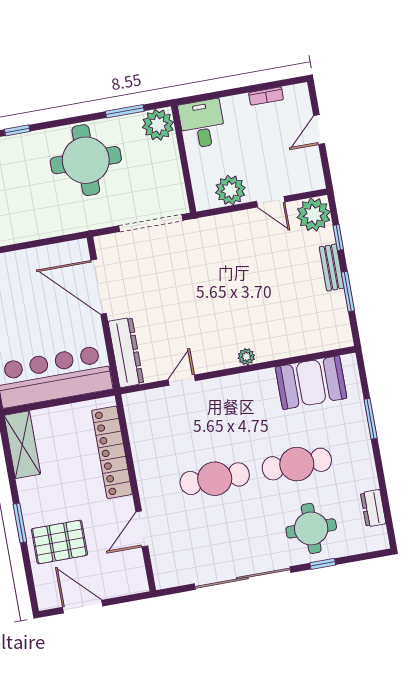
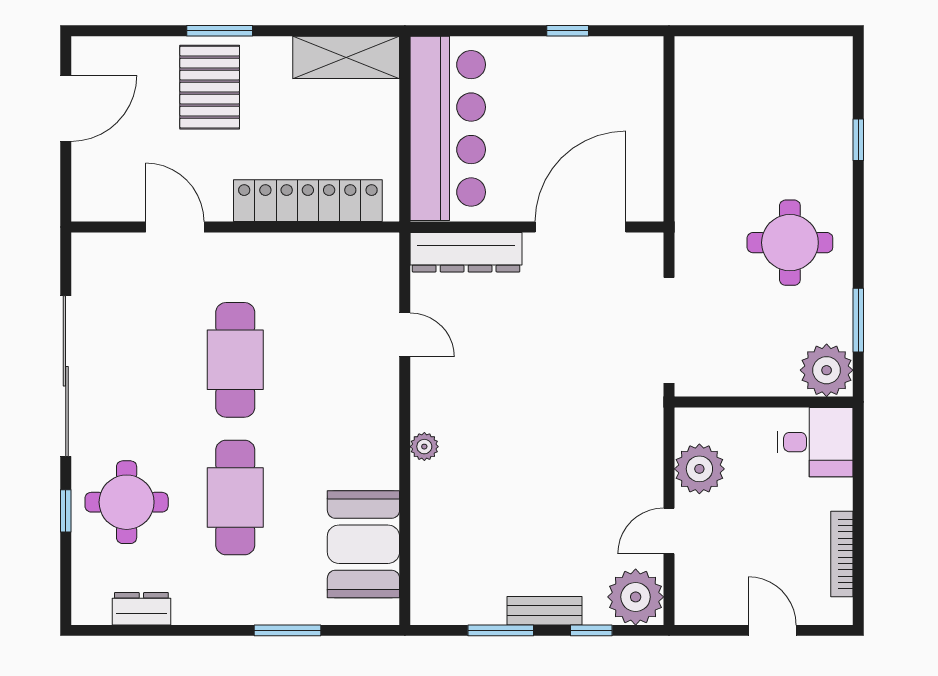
bookcase: (266, 96) -> (842, 554), width x1.56
round table: (86, 160) -> (790, 243), width x0.73, depth x0.73
pallet: (59, 542) -> (210, 87), moved

